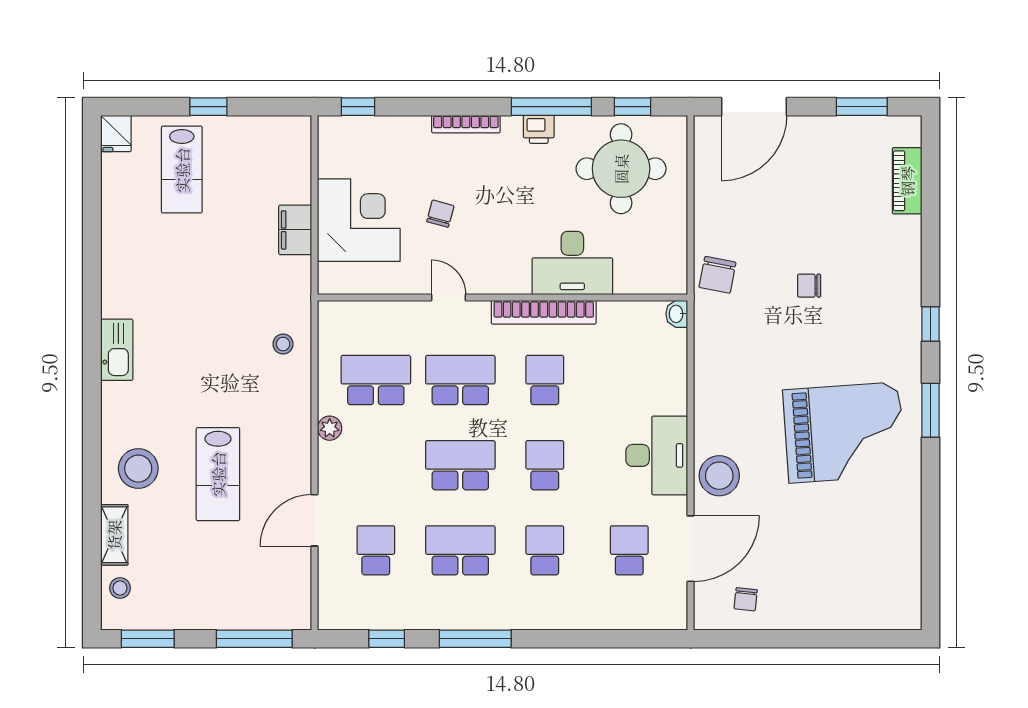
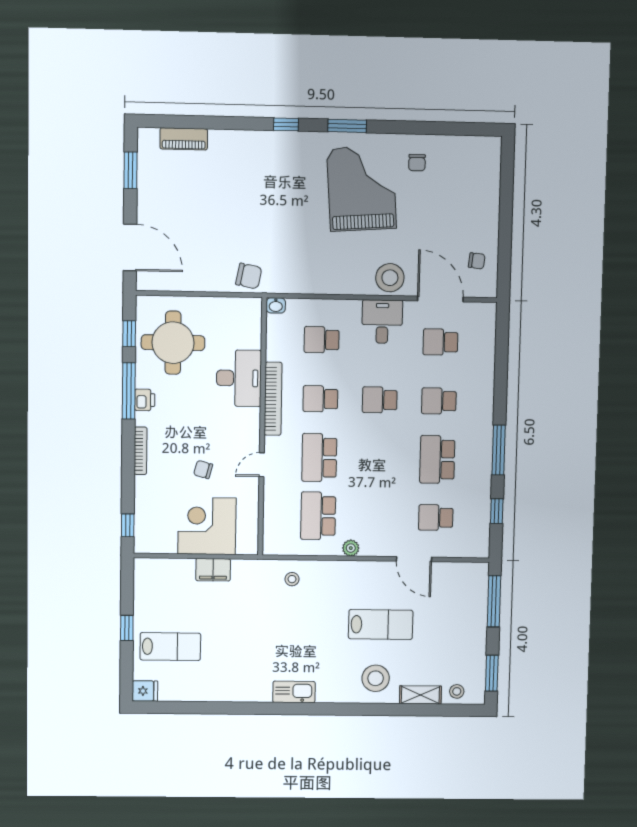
chair: (809, 286) -> (417, 163), moved
desk: (657, 455) -> (382, 322), width x0.73
school desk: (460, 465) -> (322, 340), moved, width x0.54

